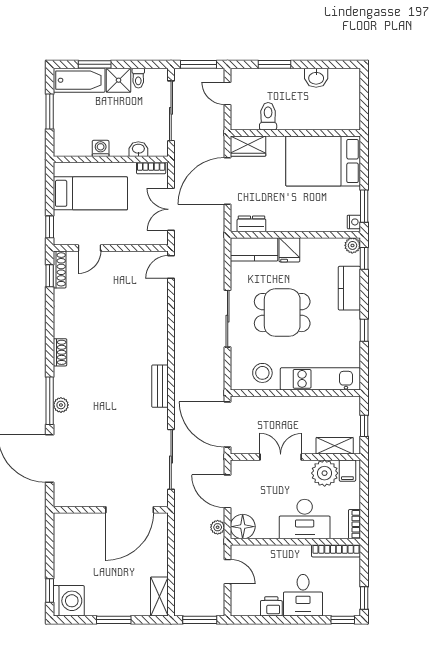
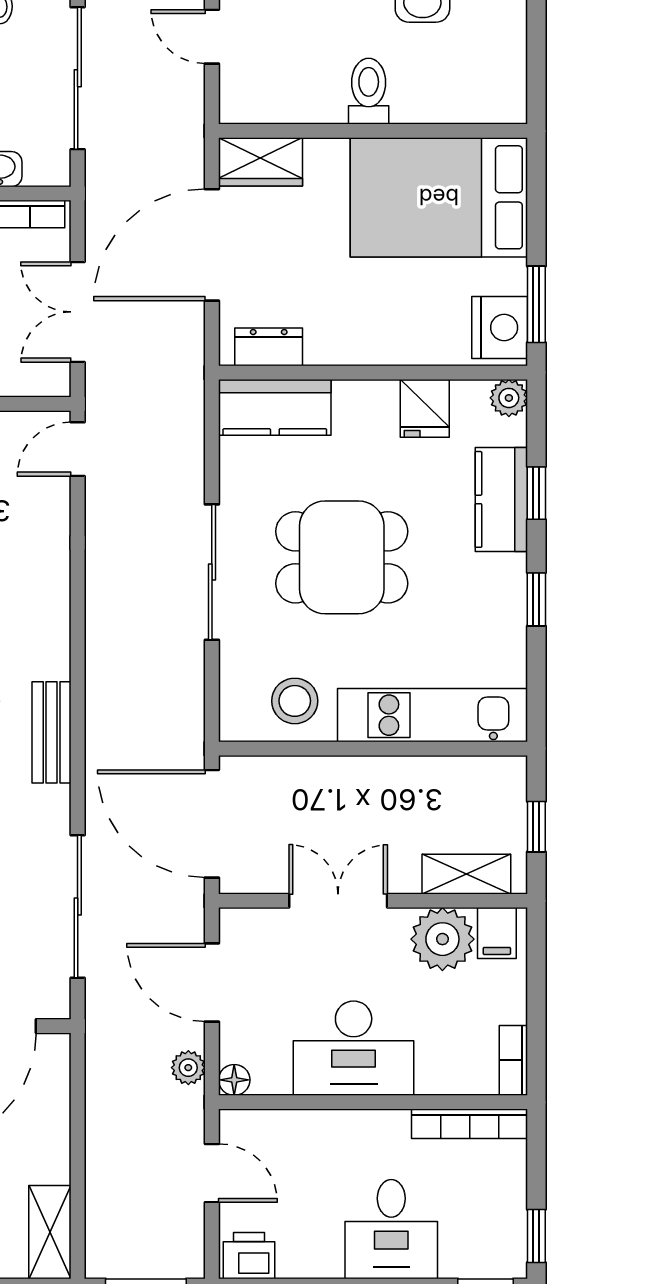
toilet: (268, 116) -> (369, 91), moved
nightstand: (354, 222) -> (500, 327), width x1.89, depth x1.79
fridge: (289, 250) -> (425, 408), moved
window: (364, 258) -> (536, 493), moved
desk: (305, 519) -> (354, 1048), moved
floor lamp: (243, 527) -> (234, 1080), width x0.53, depth x0.53
printer: (271, 606) -> (249, 1256), moved

